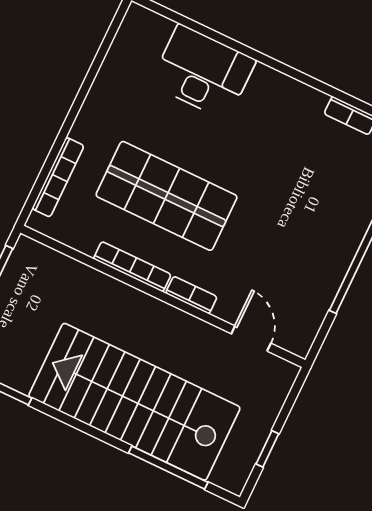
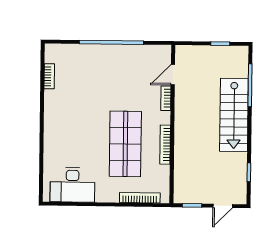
desk: (203, 72) -> (72, 185), moved, turned -90
bookcase: (191, 295) -> (166, 98), moved
stairs: (134, 402) -> (234, 115), width x0.73, depth x0.66

